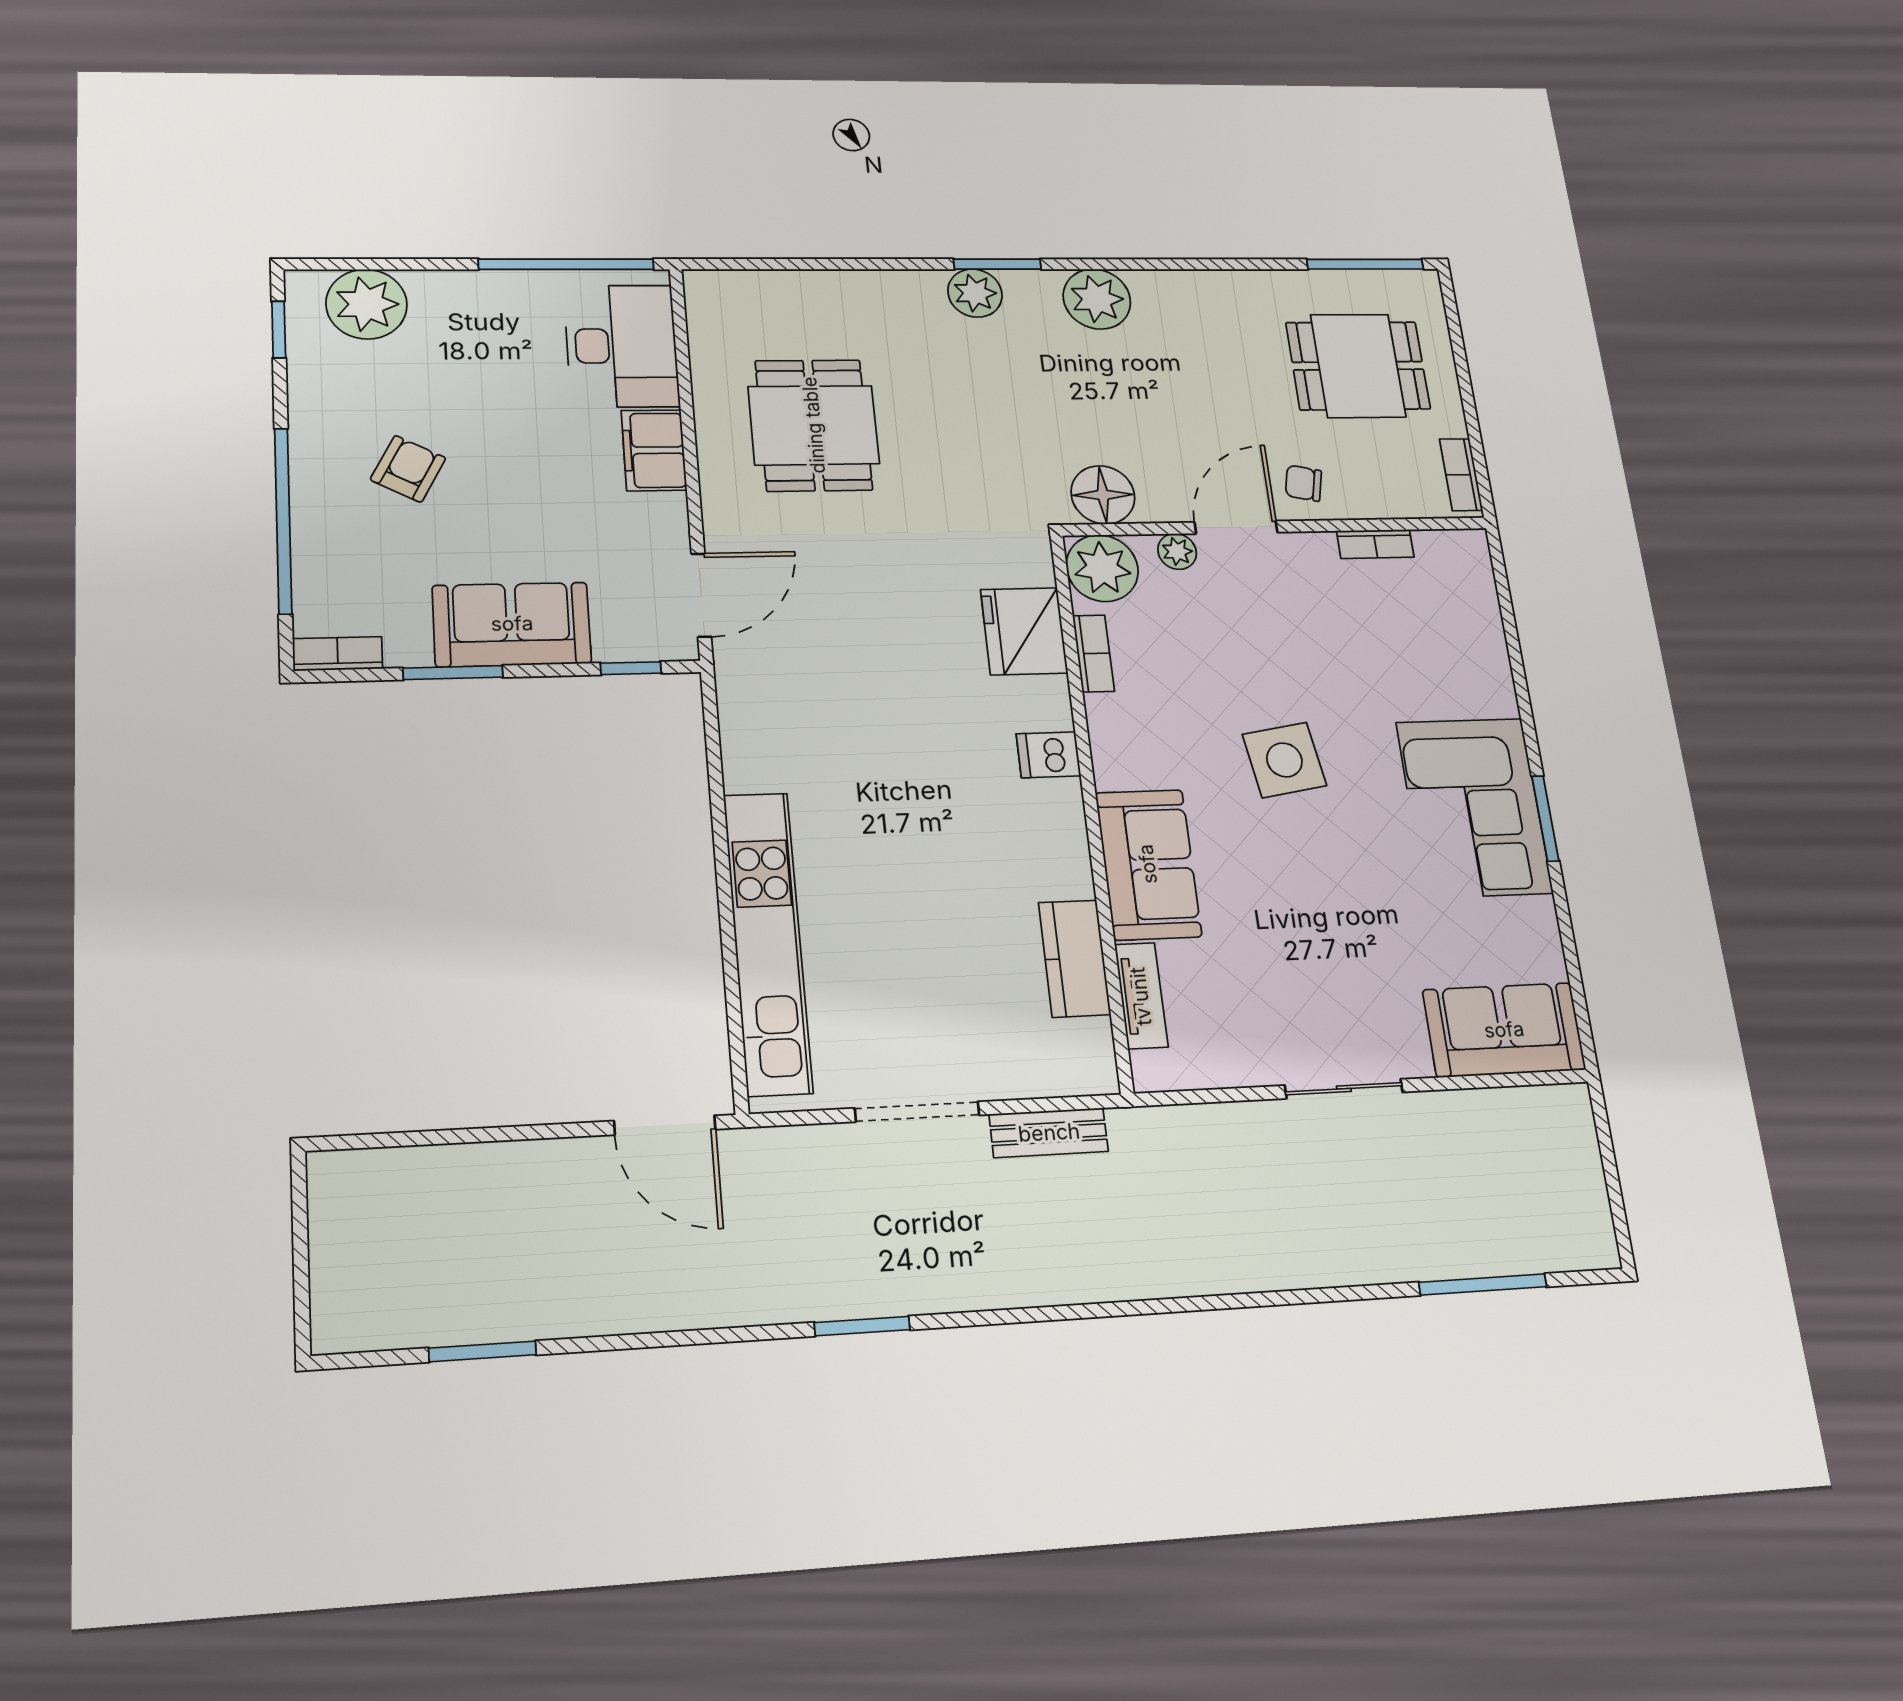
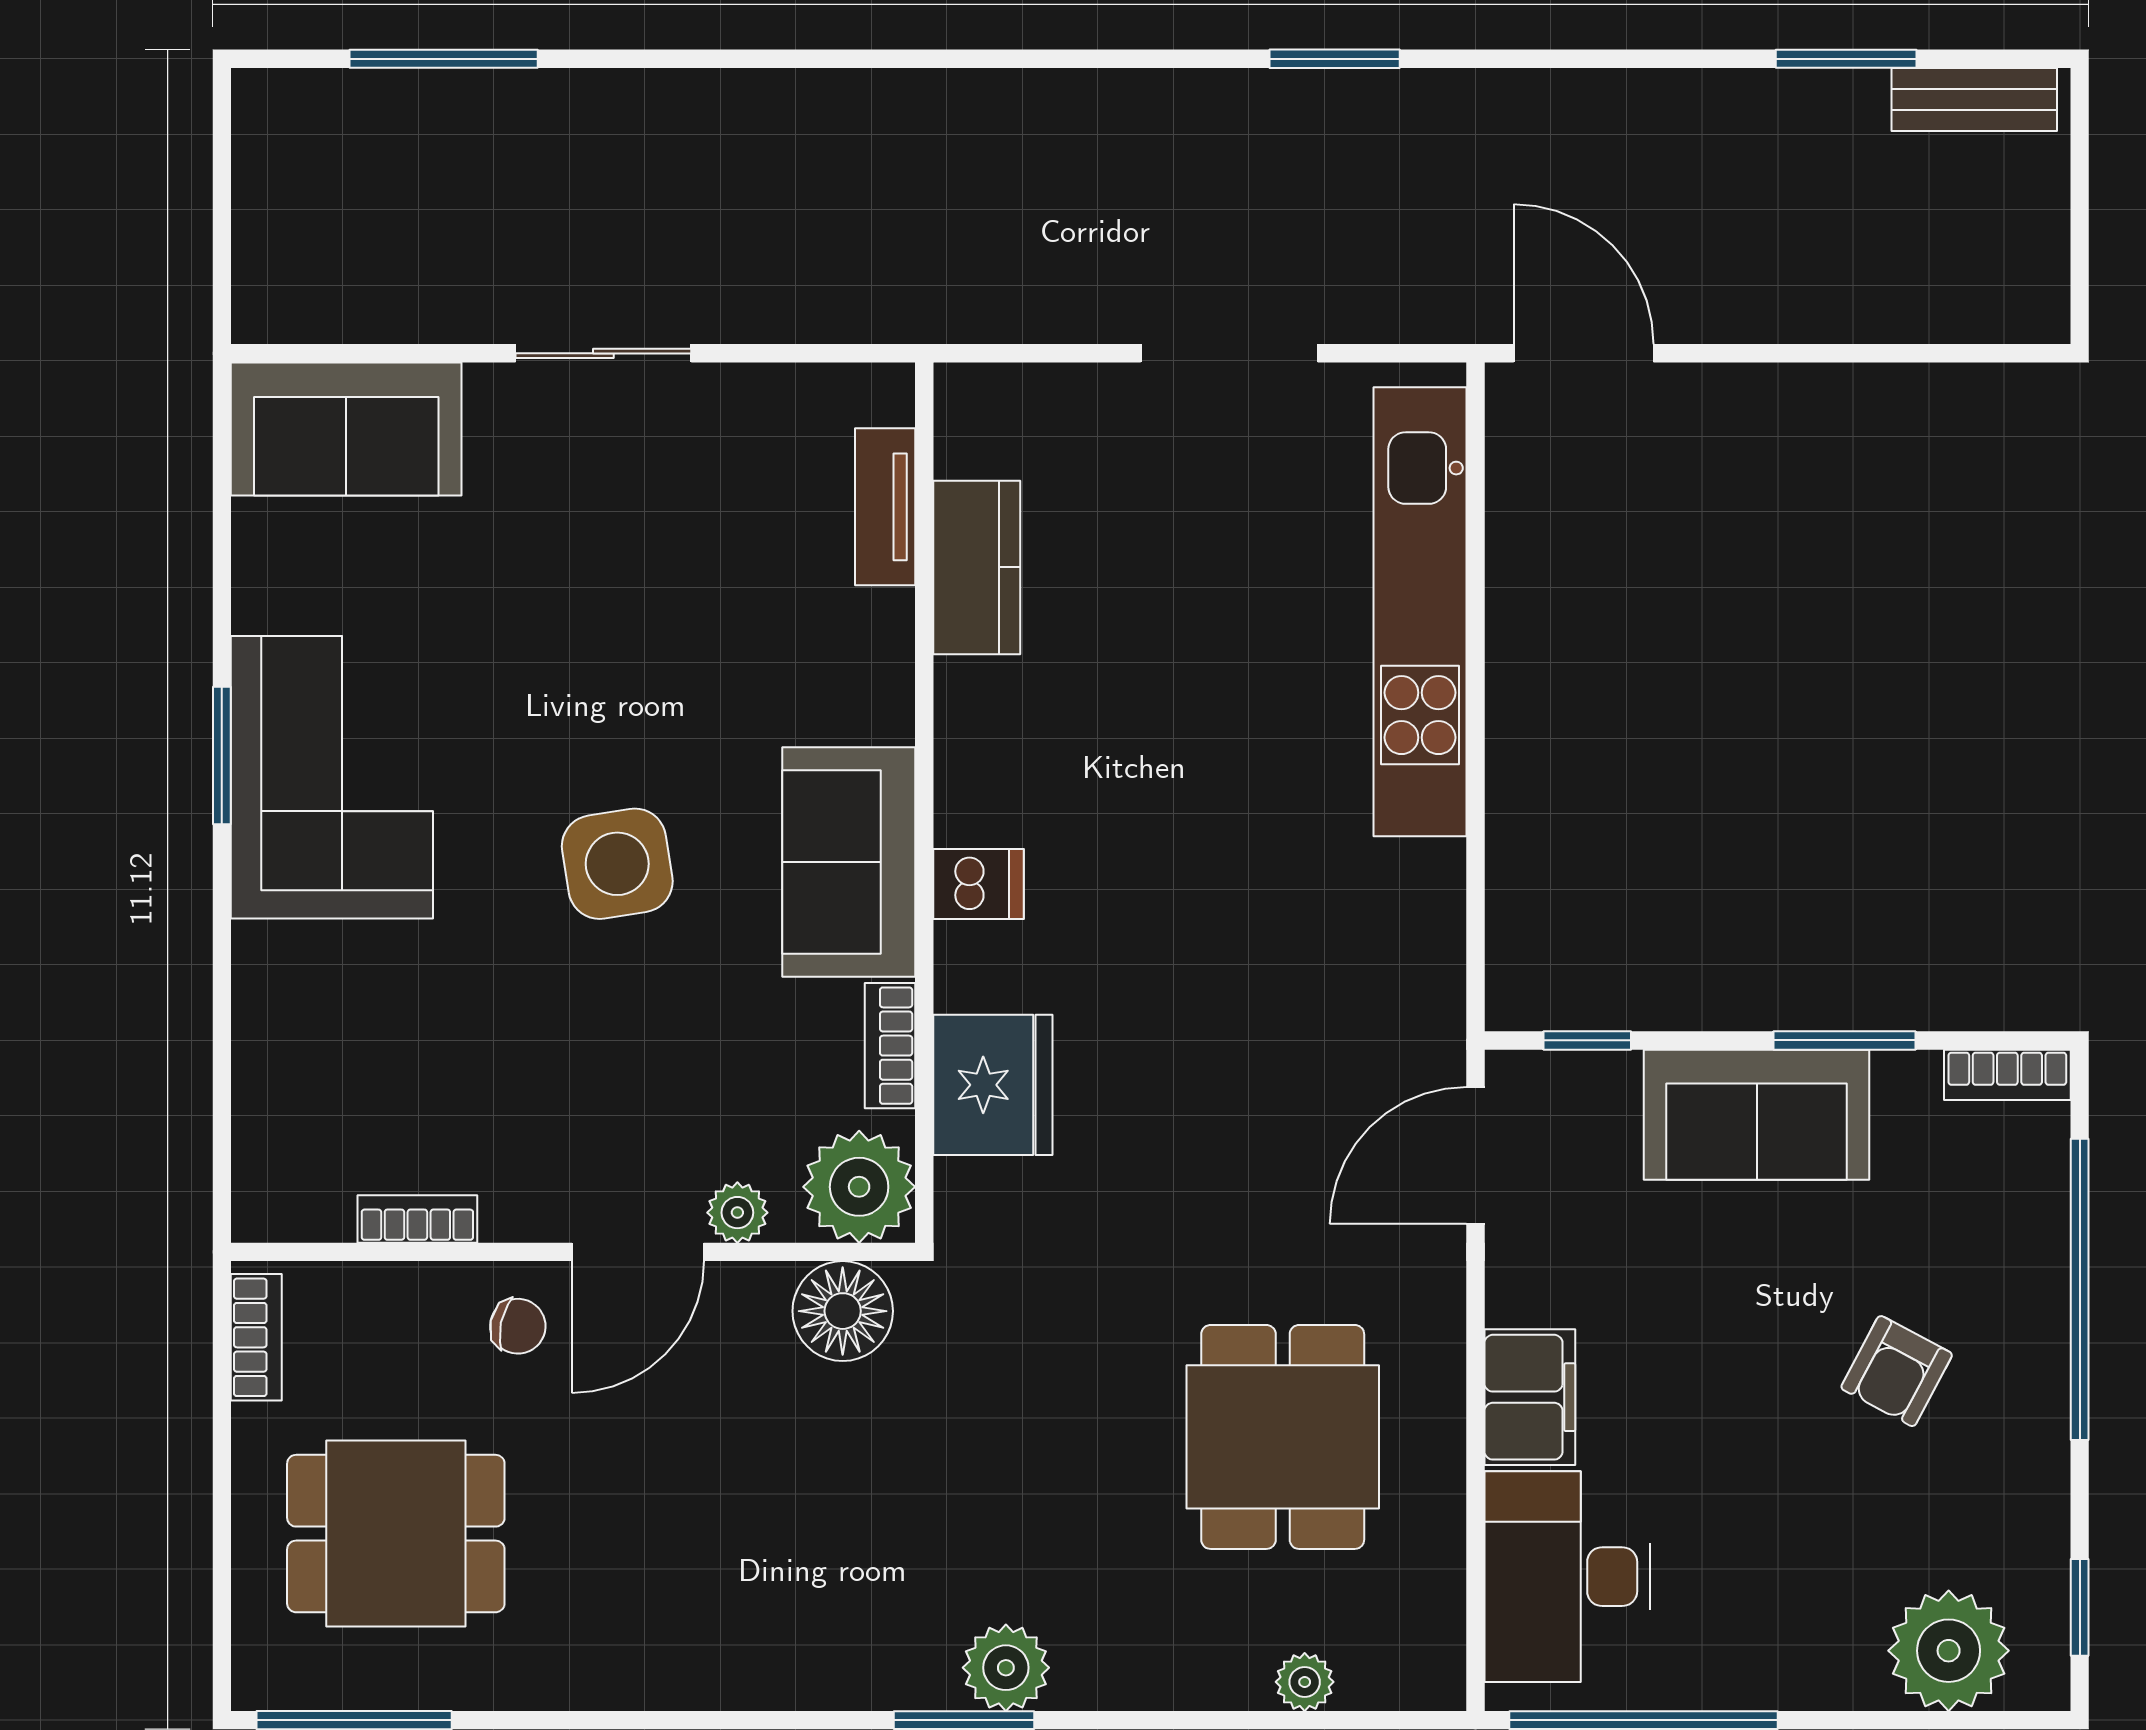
plant: (1097, 299) -> (1305, 1682), moved, width x0.53, depth x0.53
sofa: (1148, 864) -> (849, 862), moved
bench: (1049, 1133) -> (1974, 99), moved

